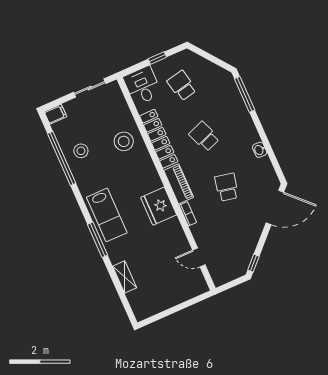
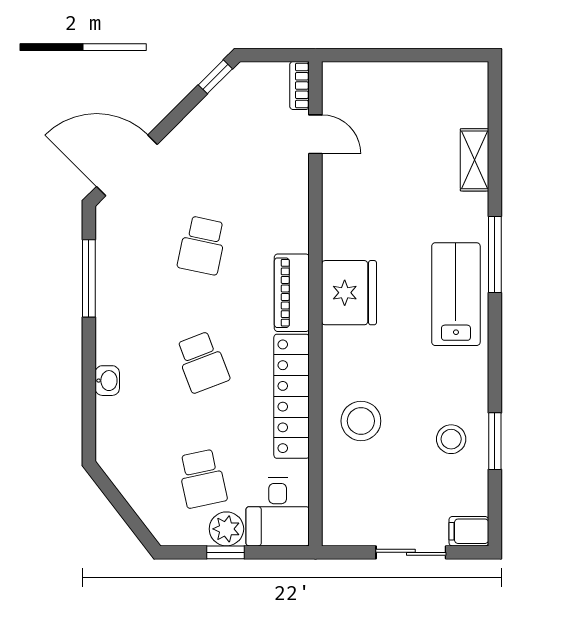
plant: (161, 68) -> (226, 529), added
sliding door: (90, 88) -> (411, 552), moved
window: (245, 94) -> (89, 278), moved
washbasin: (260, 150) -> (107, 381), moved
window: (62, 158) -> (495, 441), width x0.47
fridge: (159, 206) -> (349, 293), moved
bookcase: (188, 214) -> (300, 86), moved

